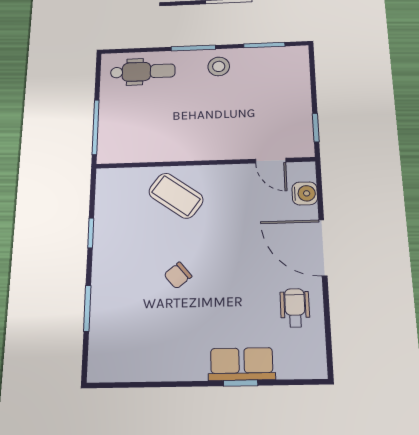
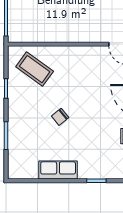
coffee table: (176, 196) -> (35, 69), moved
row of seats: (242, 364) -> (58, 170), moved

